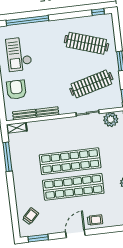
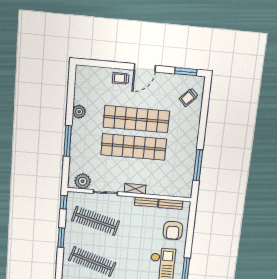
clothes rail: (91, 84) -> (96, 221), turned 30
shelving: (17, 128) -> (135, 189), moved

